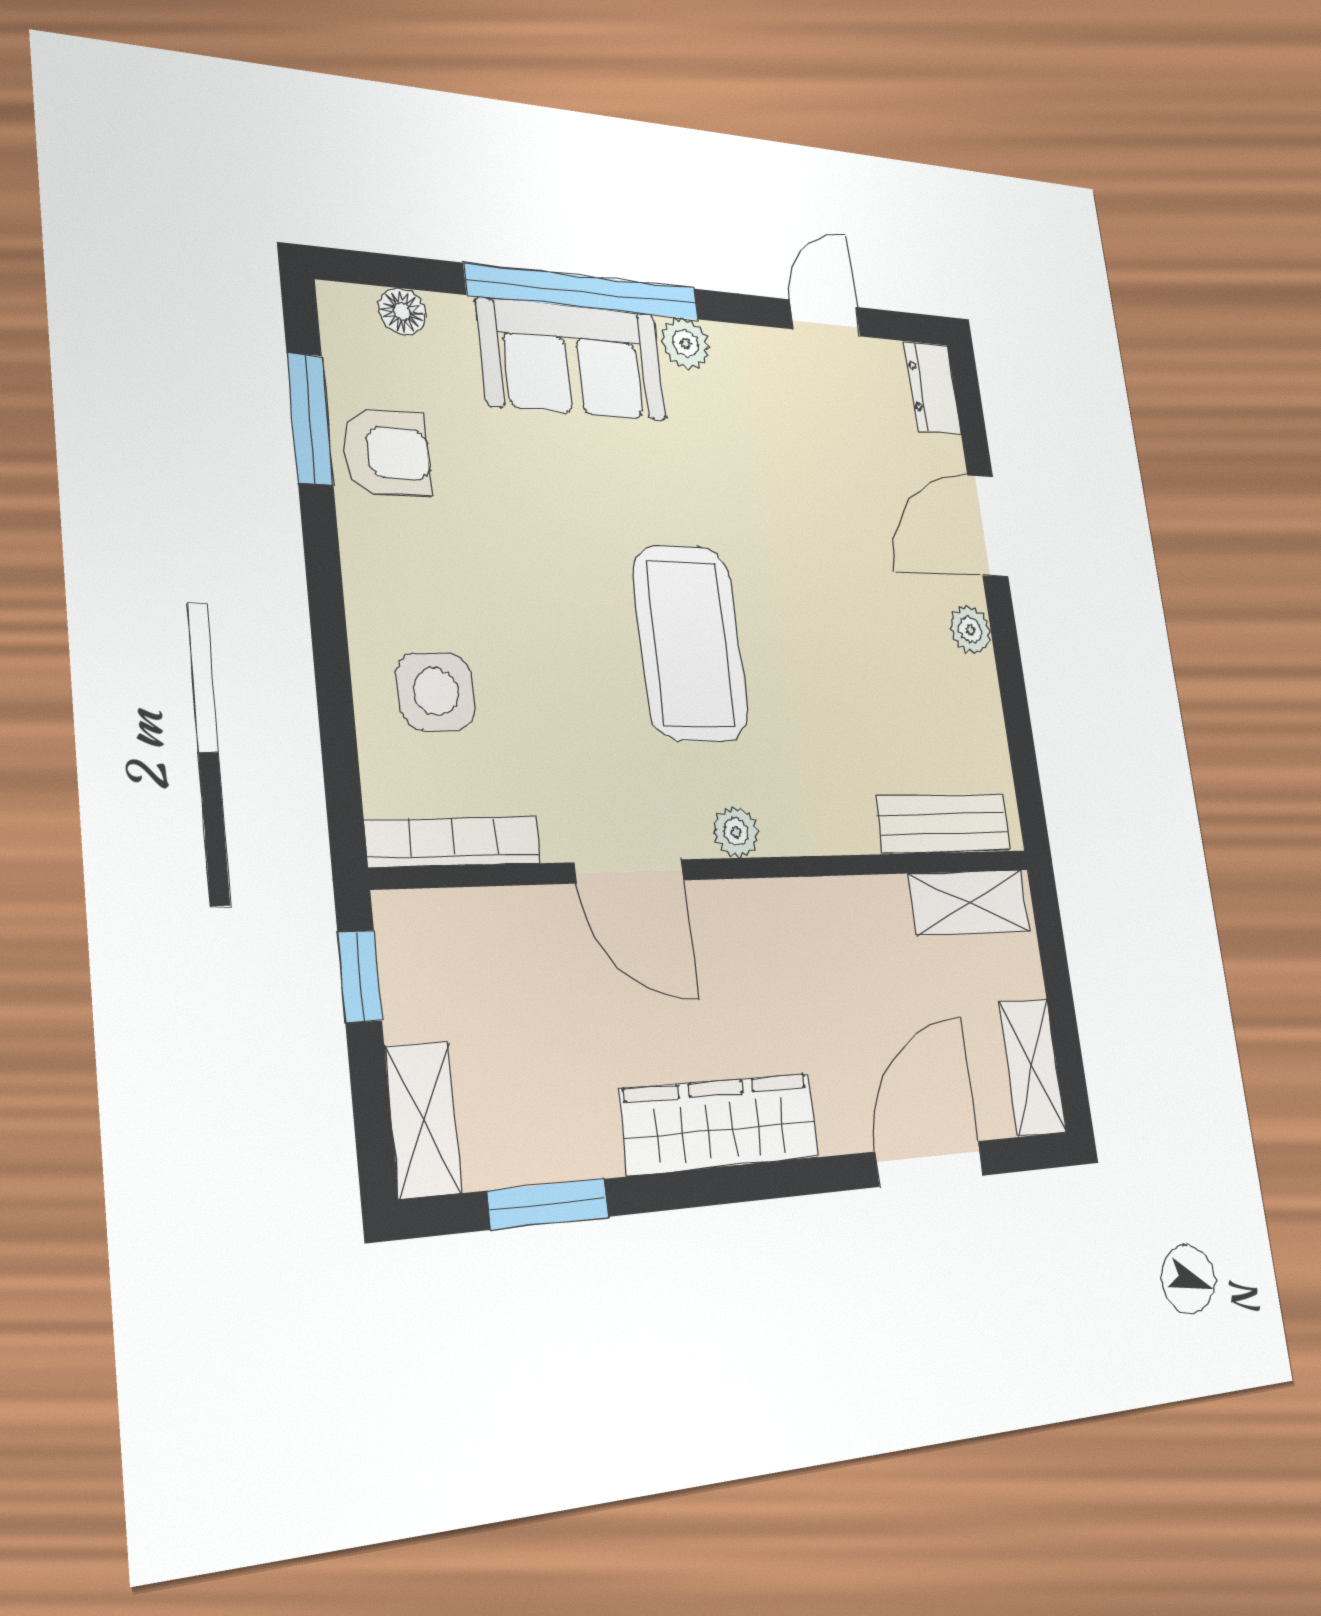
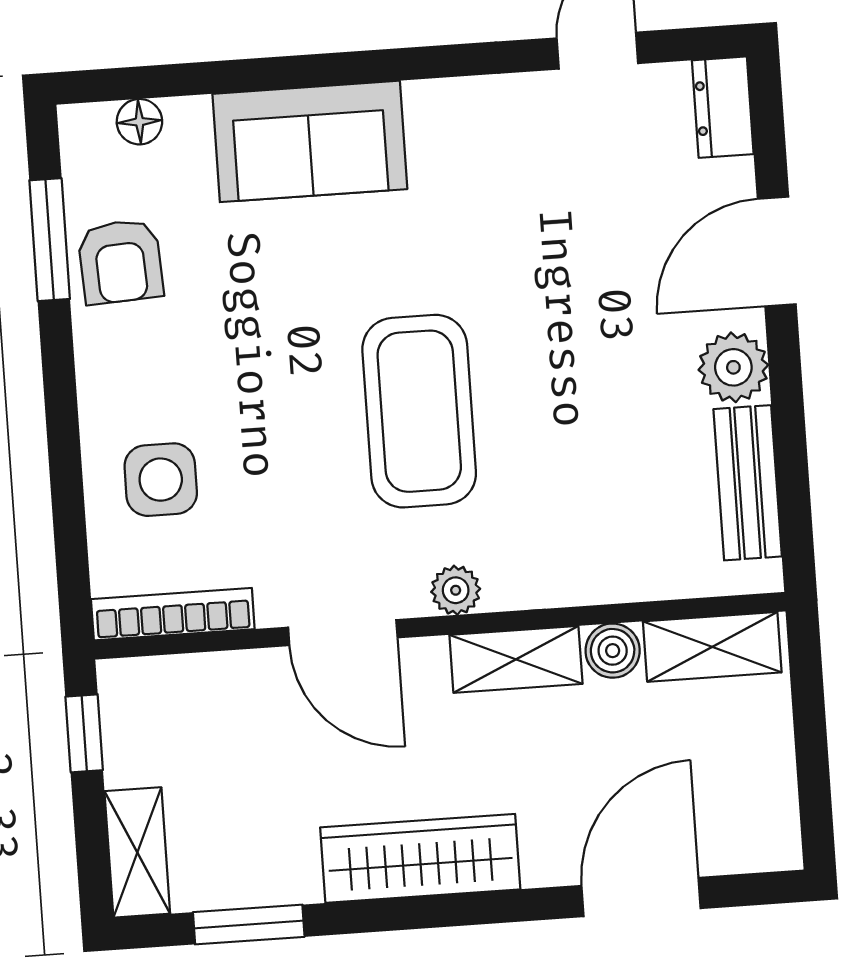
window: (583, 292) -> (325, 70), removed
plant: (686, 343) -> (434, 105), removed
armchair: (386, 453) -> (120, 262), turned 87
plant: (970, 630) -> (733, 367), width x1.38, depth x1.38
bench: (944, 824) -> (748, 483), moved, turned 90
boiler: (883, 902) -> (613, 651), added
shelving: (1033, 1067) -> (516, 659), moved, turned 90

